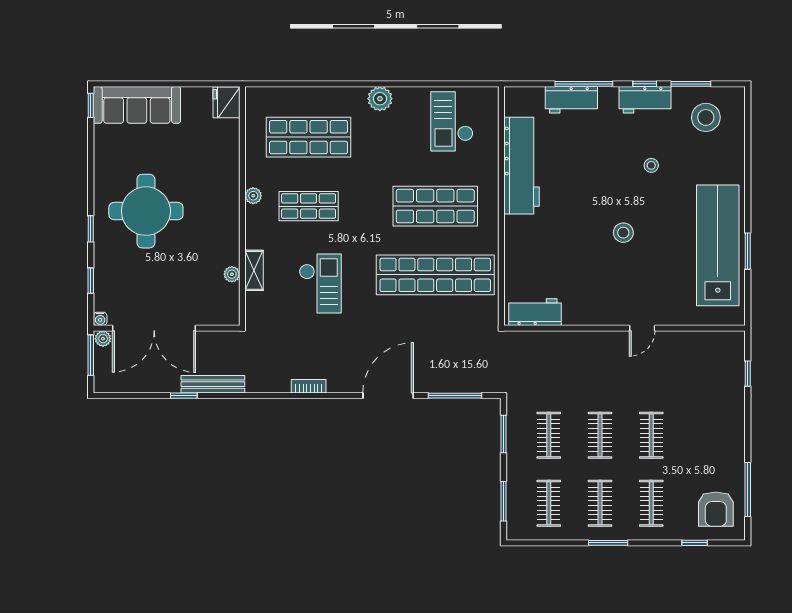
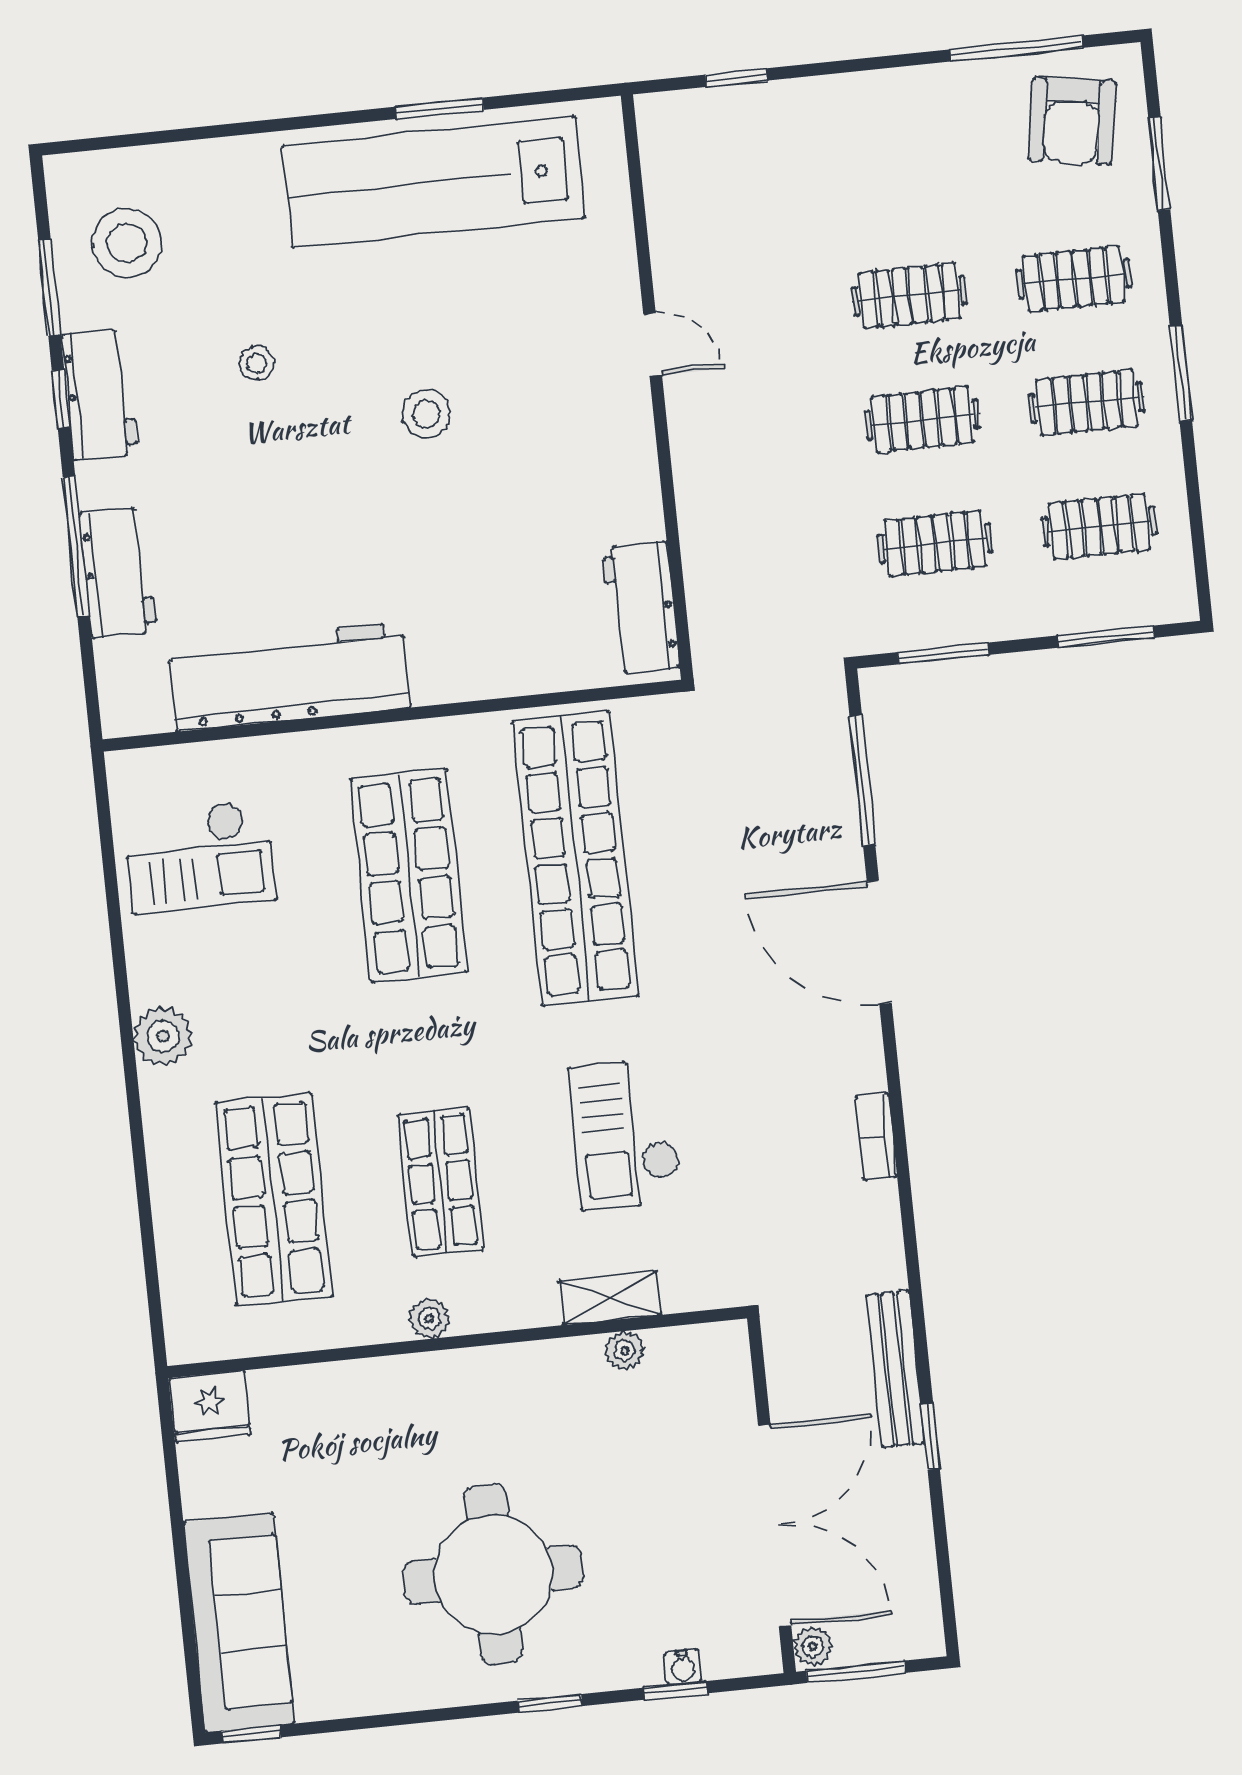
checkout: (320, 284) -> (625, 1134), turned -90
water cooler: (100, 319) -> (683, 1667), moved, turned 90
armchair: (716, 509) -> (1072, 121), turned 99
window: (695, 543) -> (1159, 164), width x1.50

